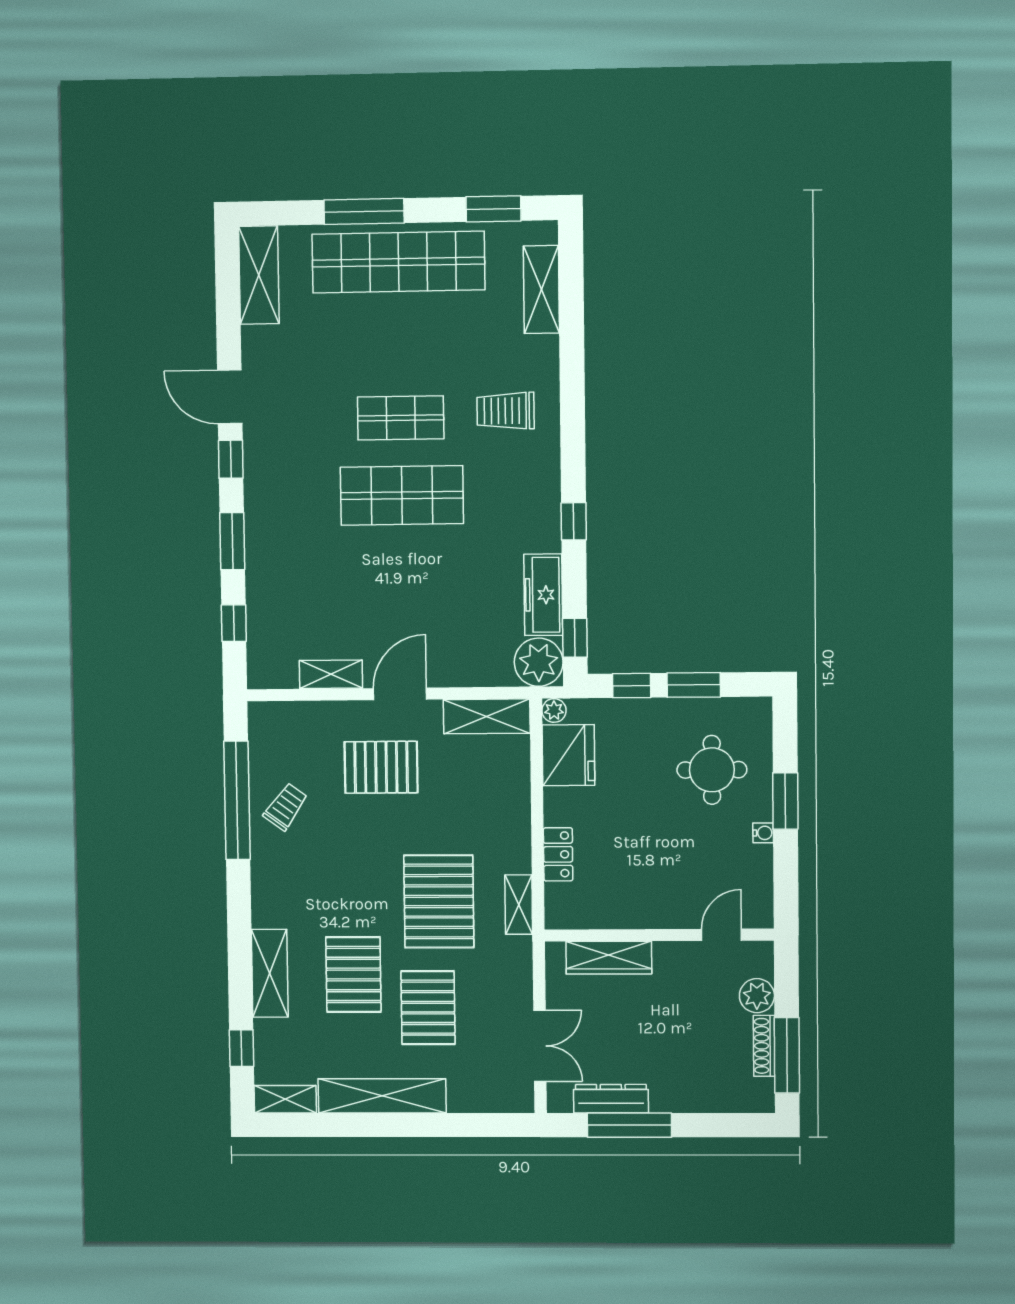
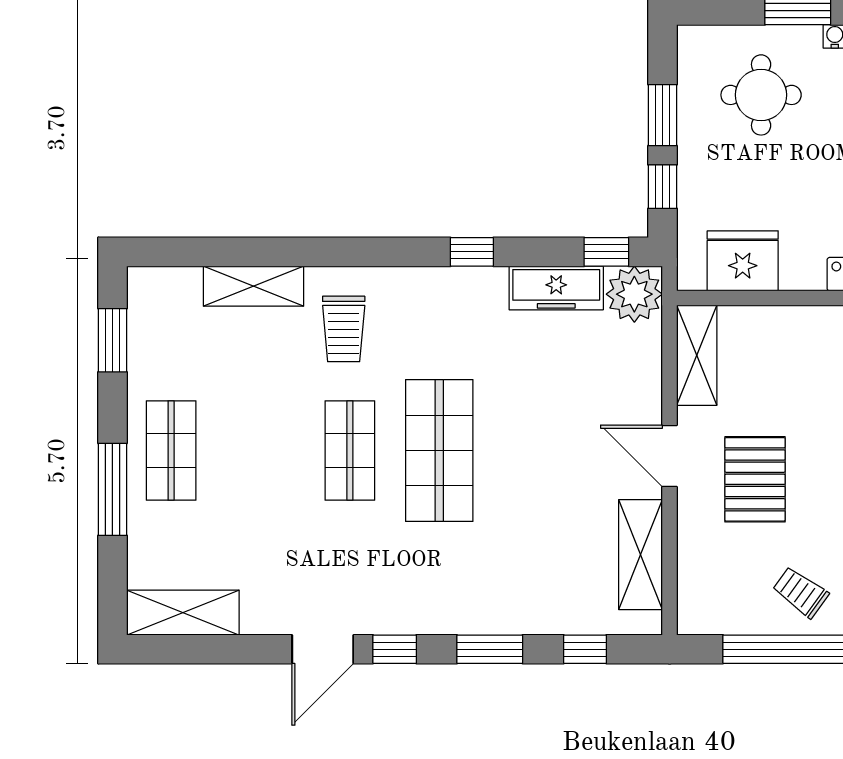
shop shelf: (398, 262) -> (171, 451), width x0.50, depth x0.74
shelving: (541, 289) -> (254, 286), moved
shelving: (331, 674) -> (640, 555), width x1.50, depth x1.33
plant: (554, 710) -> (691, 277), removed

